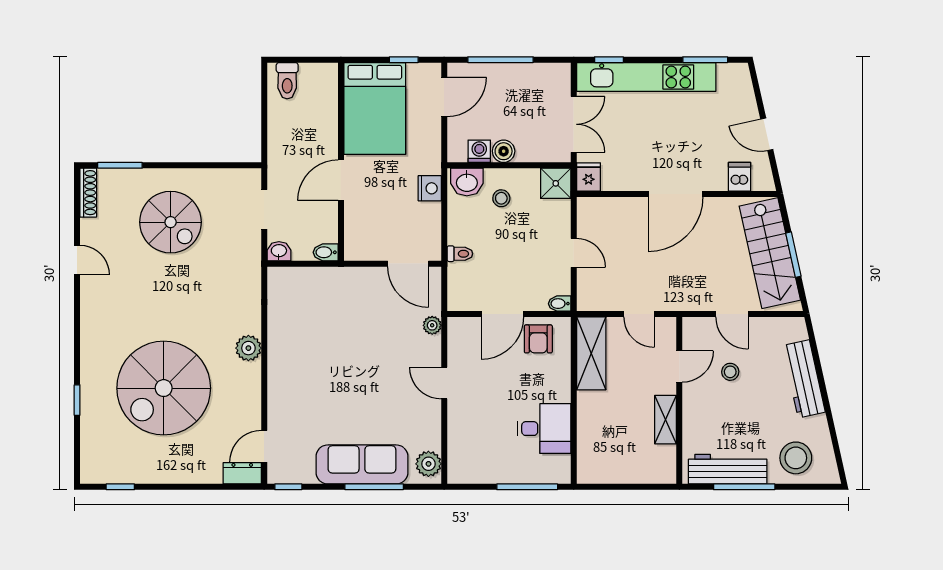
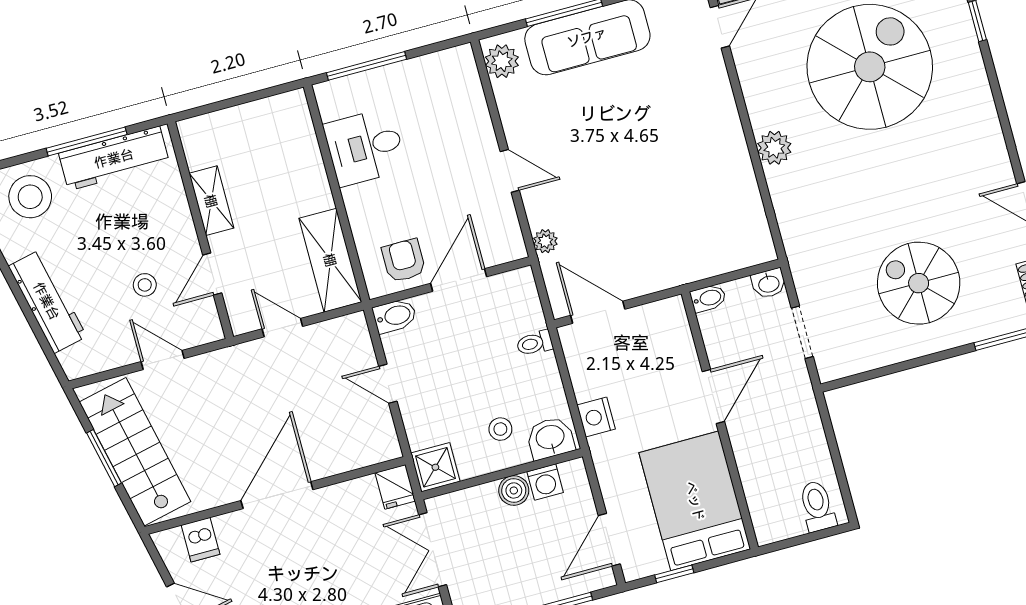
bidet: (560, 304) -> (395, 316), width x1.38, depth x1.36

